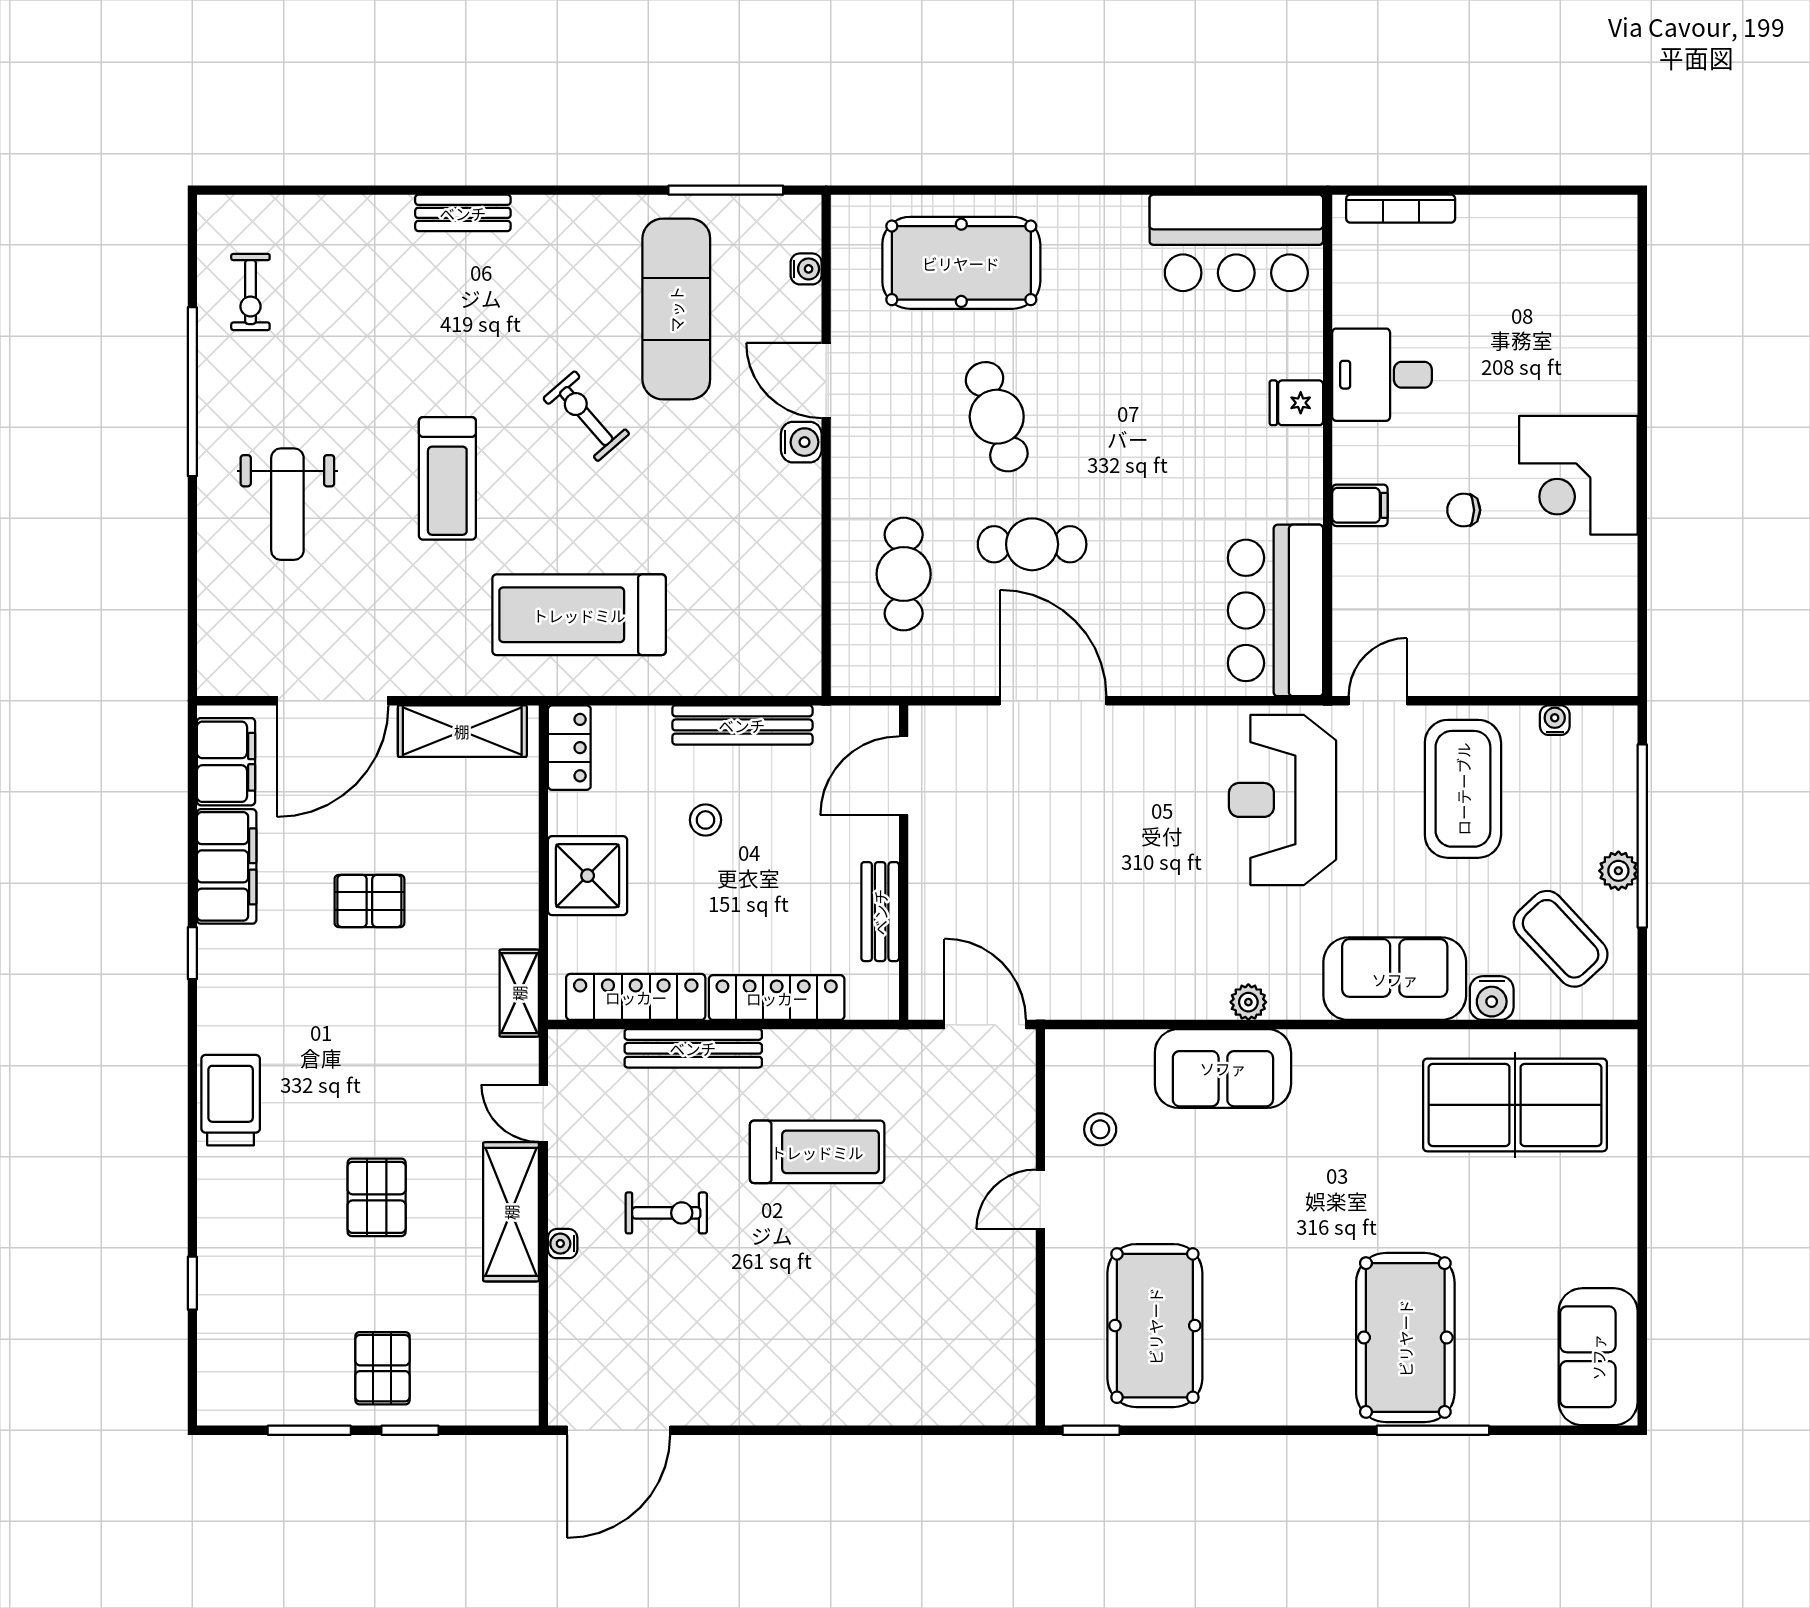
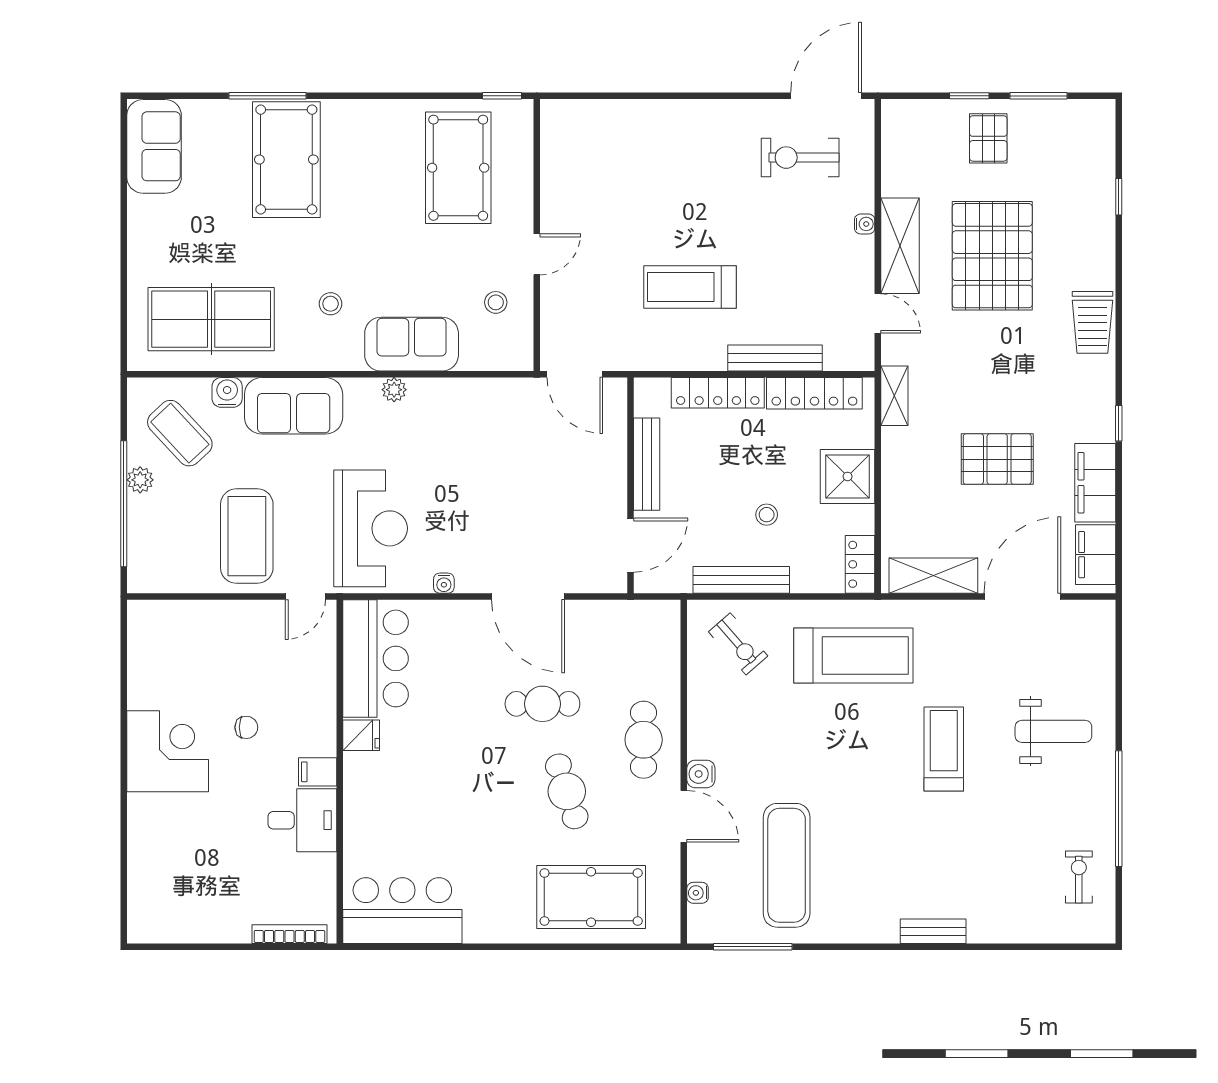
fridge: (1296, 403) -> (361, 735), moved
exercise bike: (586, 416) -> (738, 644), moved
weight bench: (287, 504) -> (1053, 731), turned 90
filing cabinet: (1360, 505) -> (318, 772), moved
cafe table: (904, 574) -> (644, 740), moved
water cooler: (1555, 720) -> (444, 583), moved
pallet: (369, 901) -> (997, 459), width x1.50, depth x1.42
bench: (880, 912) -> (647, 464), width x1.36
stool: (1341, 1127) -> (331, 304), added
pallet: (377, 1197) -> (992, 256), width x2.05, depth x2.00
exercise bike: (666, 1213) -> (800, 158), moved, width x1.38, depth x1.39

